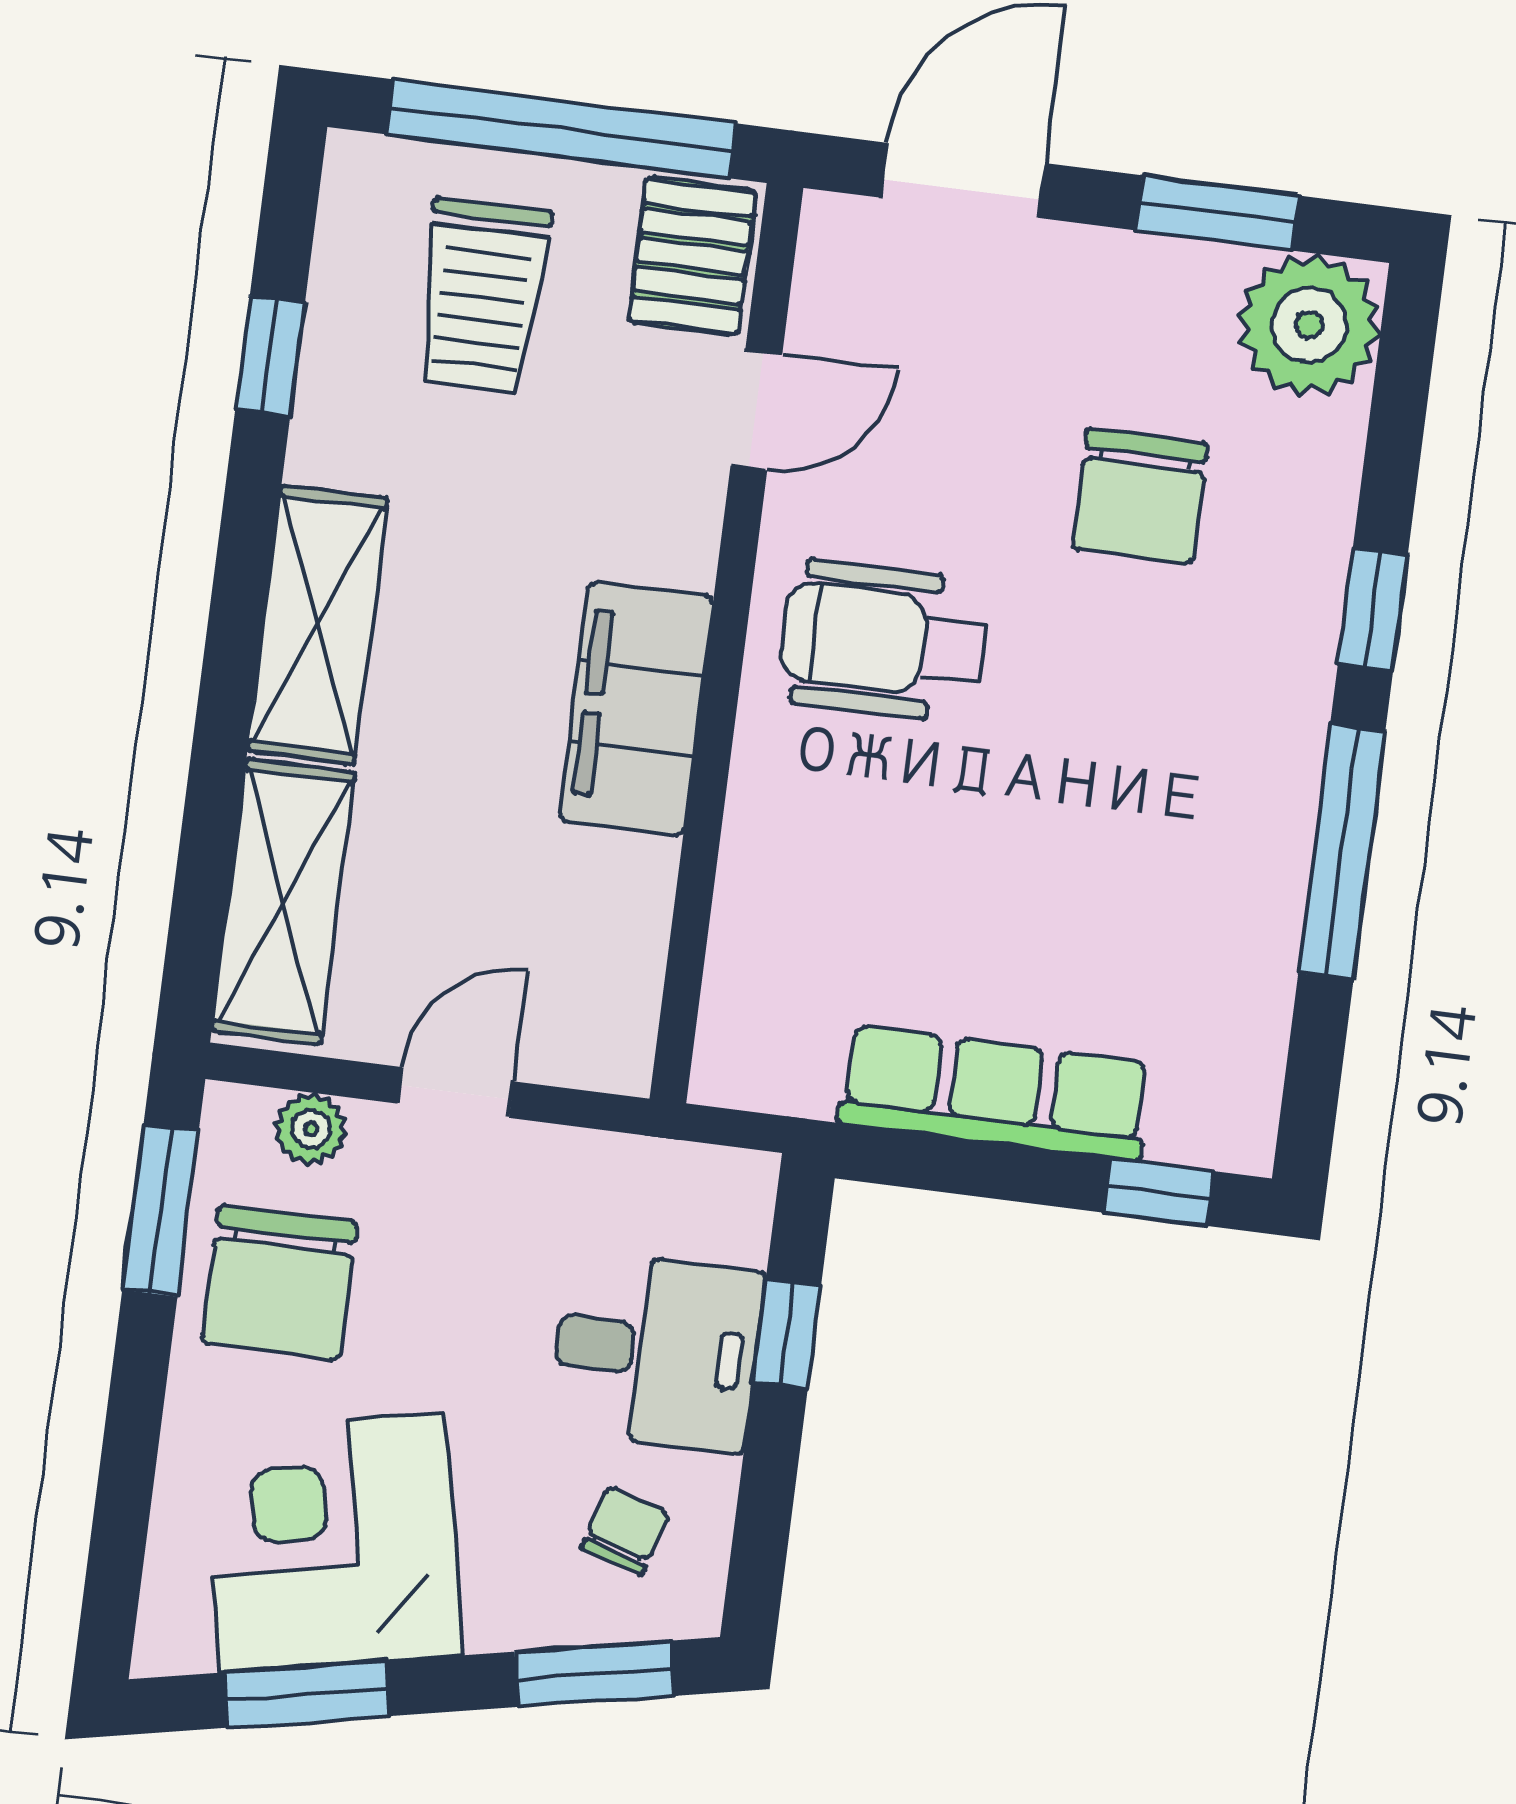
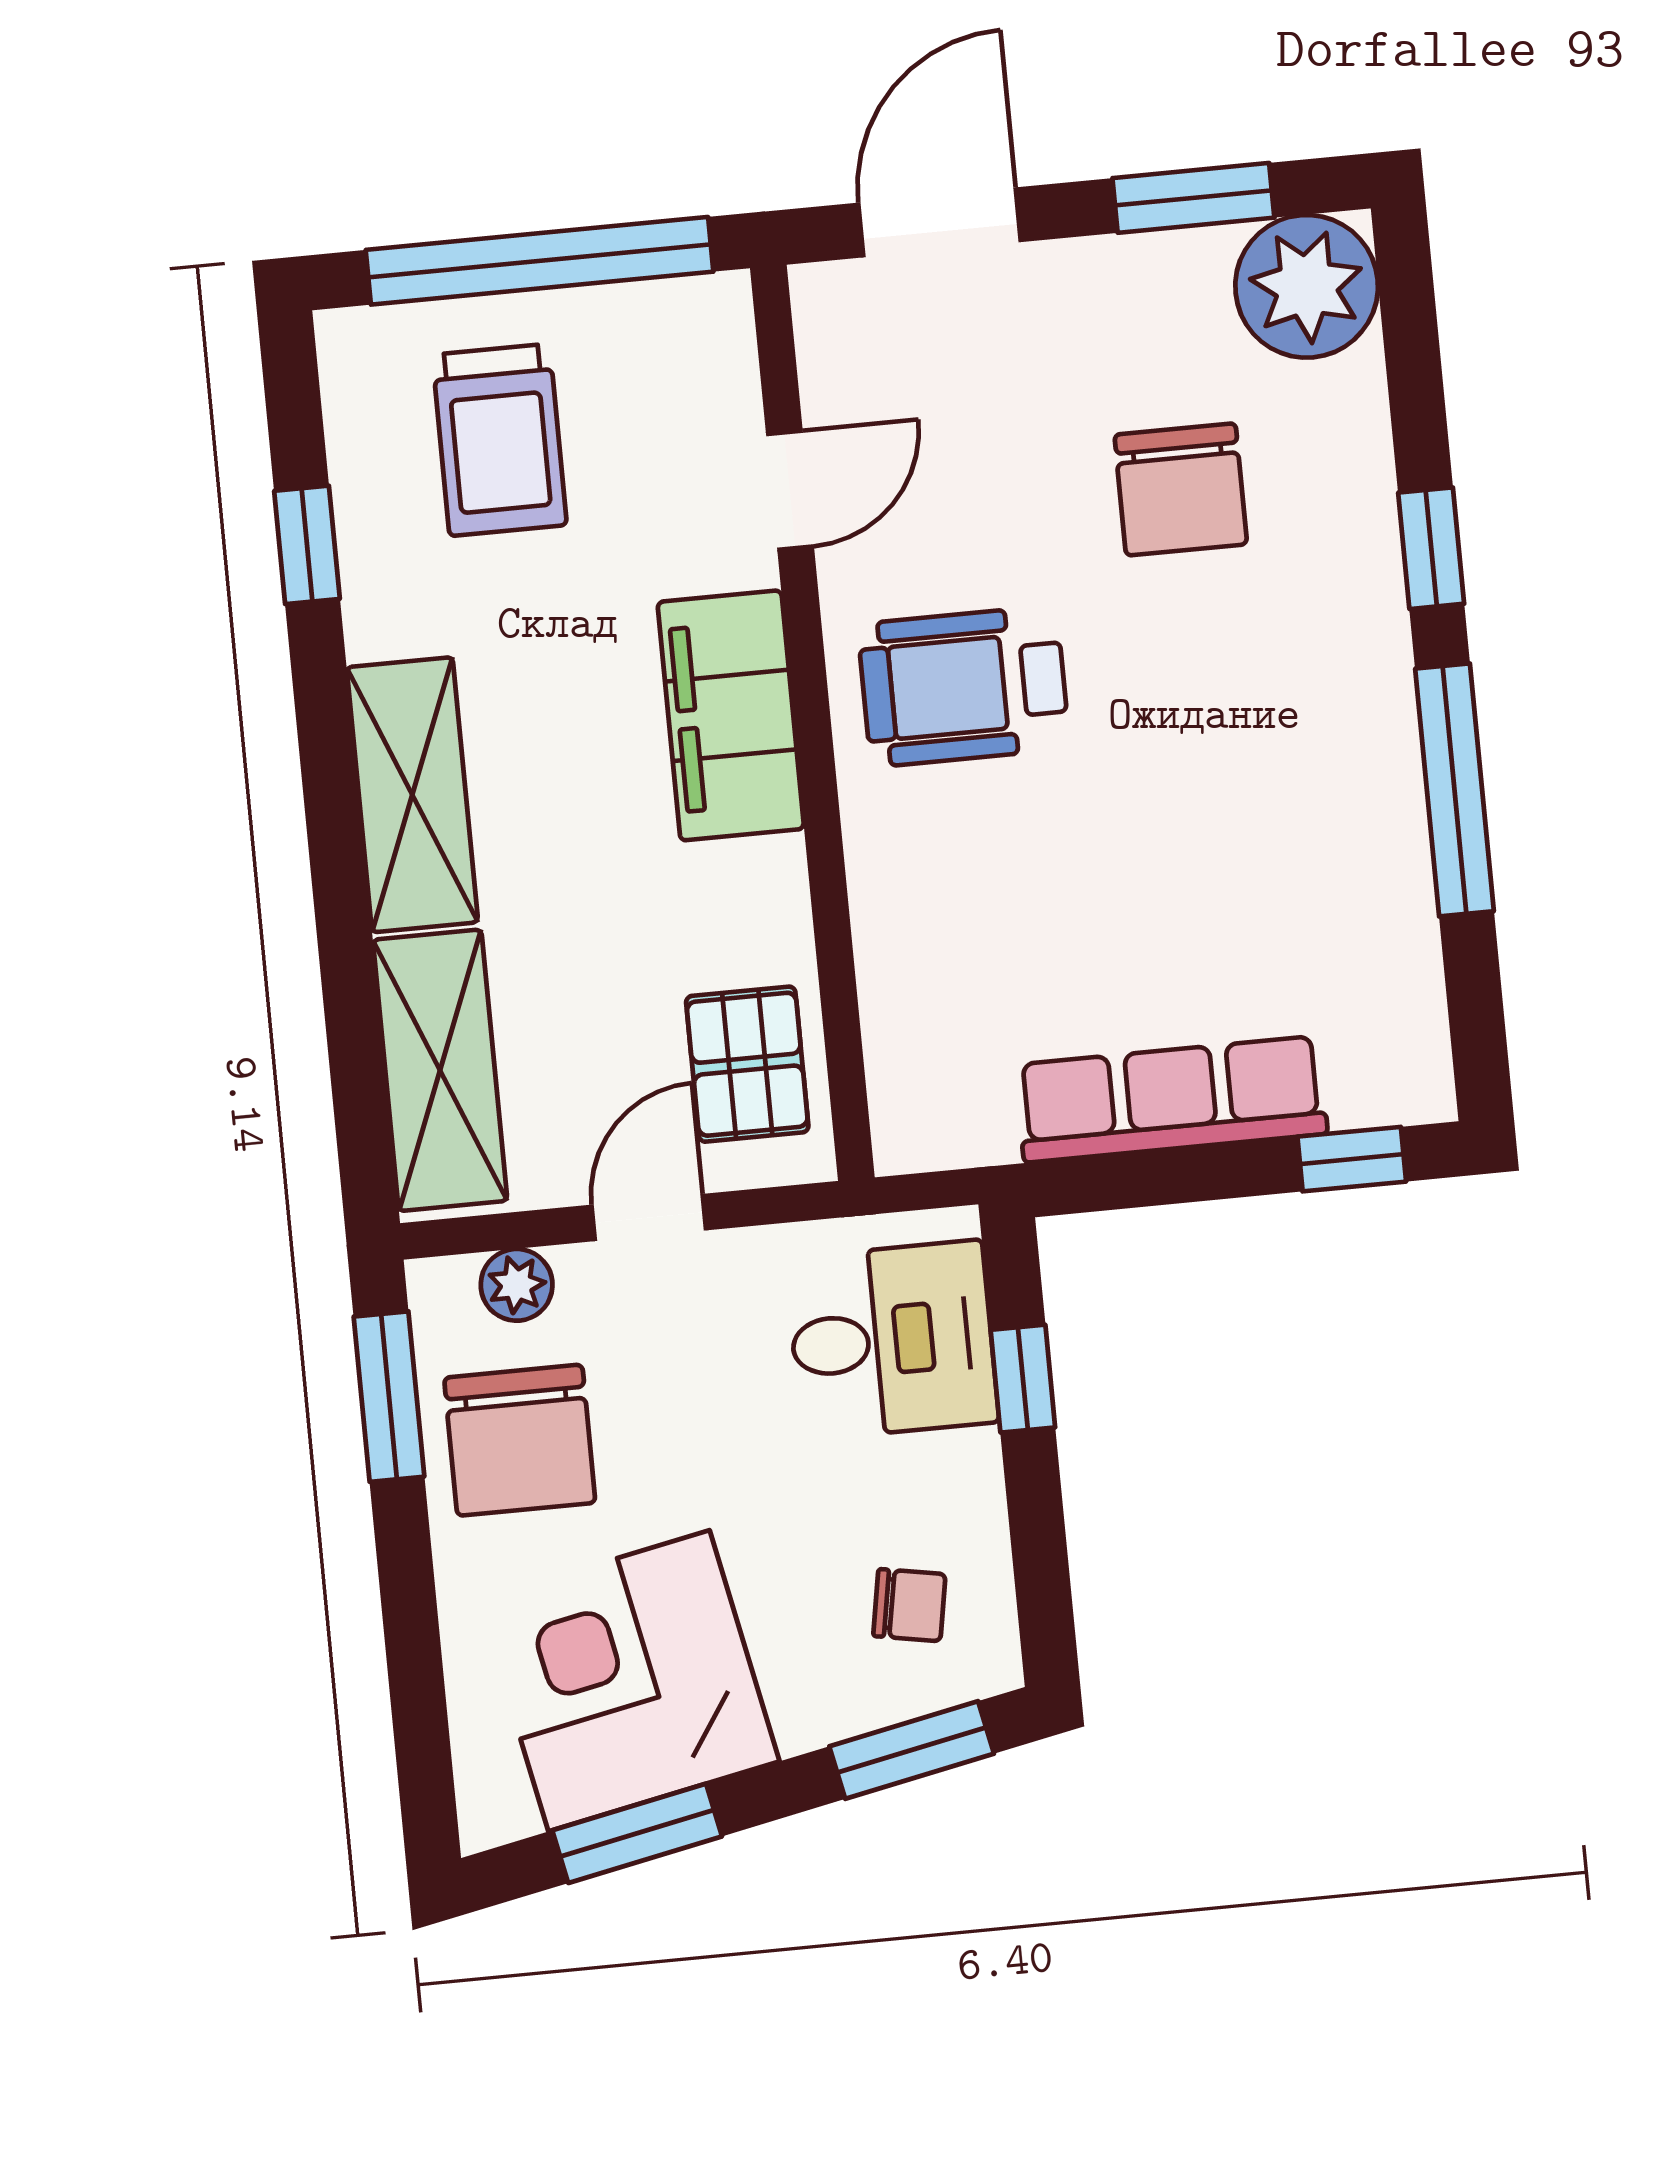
pallet: (692, 256) -> (747, 1064), moved
filing cabinet: (636, 708) -> (731, 715), moved
desk: (656, 1351) -> (892, 1340), moved
chair: (625, 1531) -> (909, 1605), turned 83

